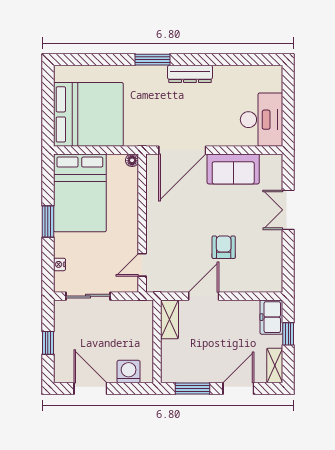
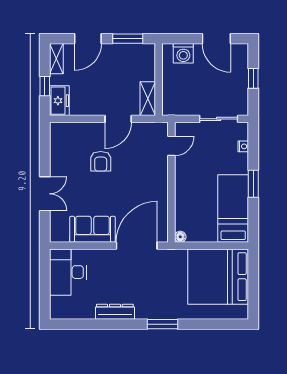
dresser: (190, 74) -> (115, 312), moved
bed: (80, 193) -> (233, 208), width x0.67

